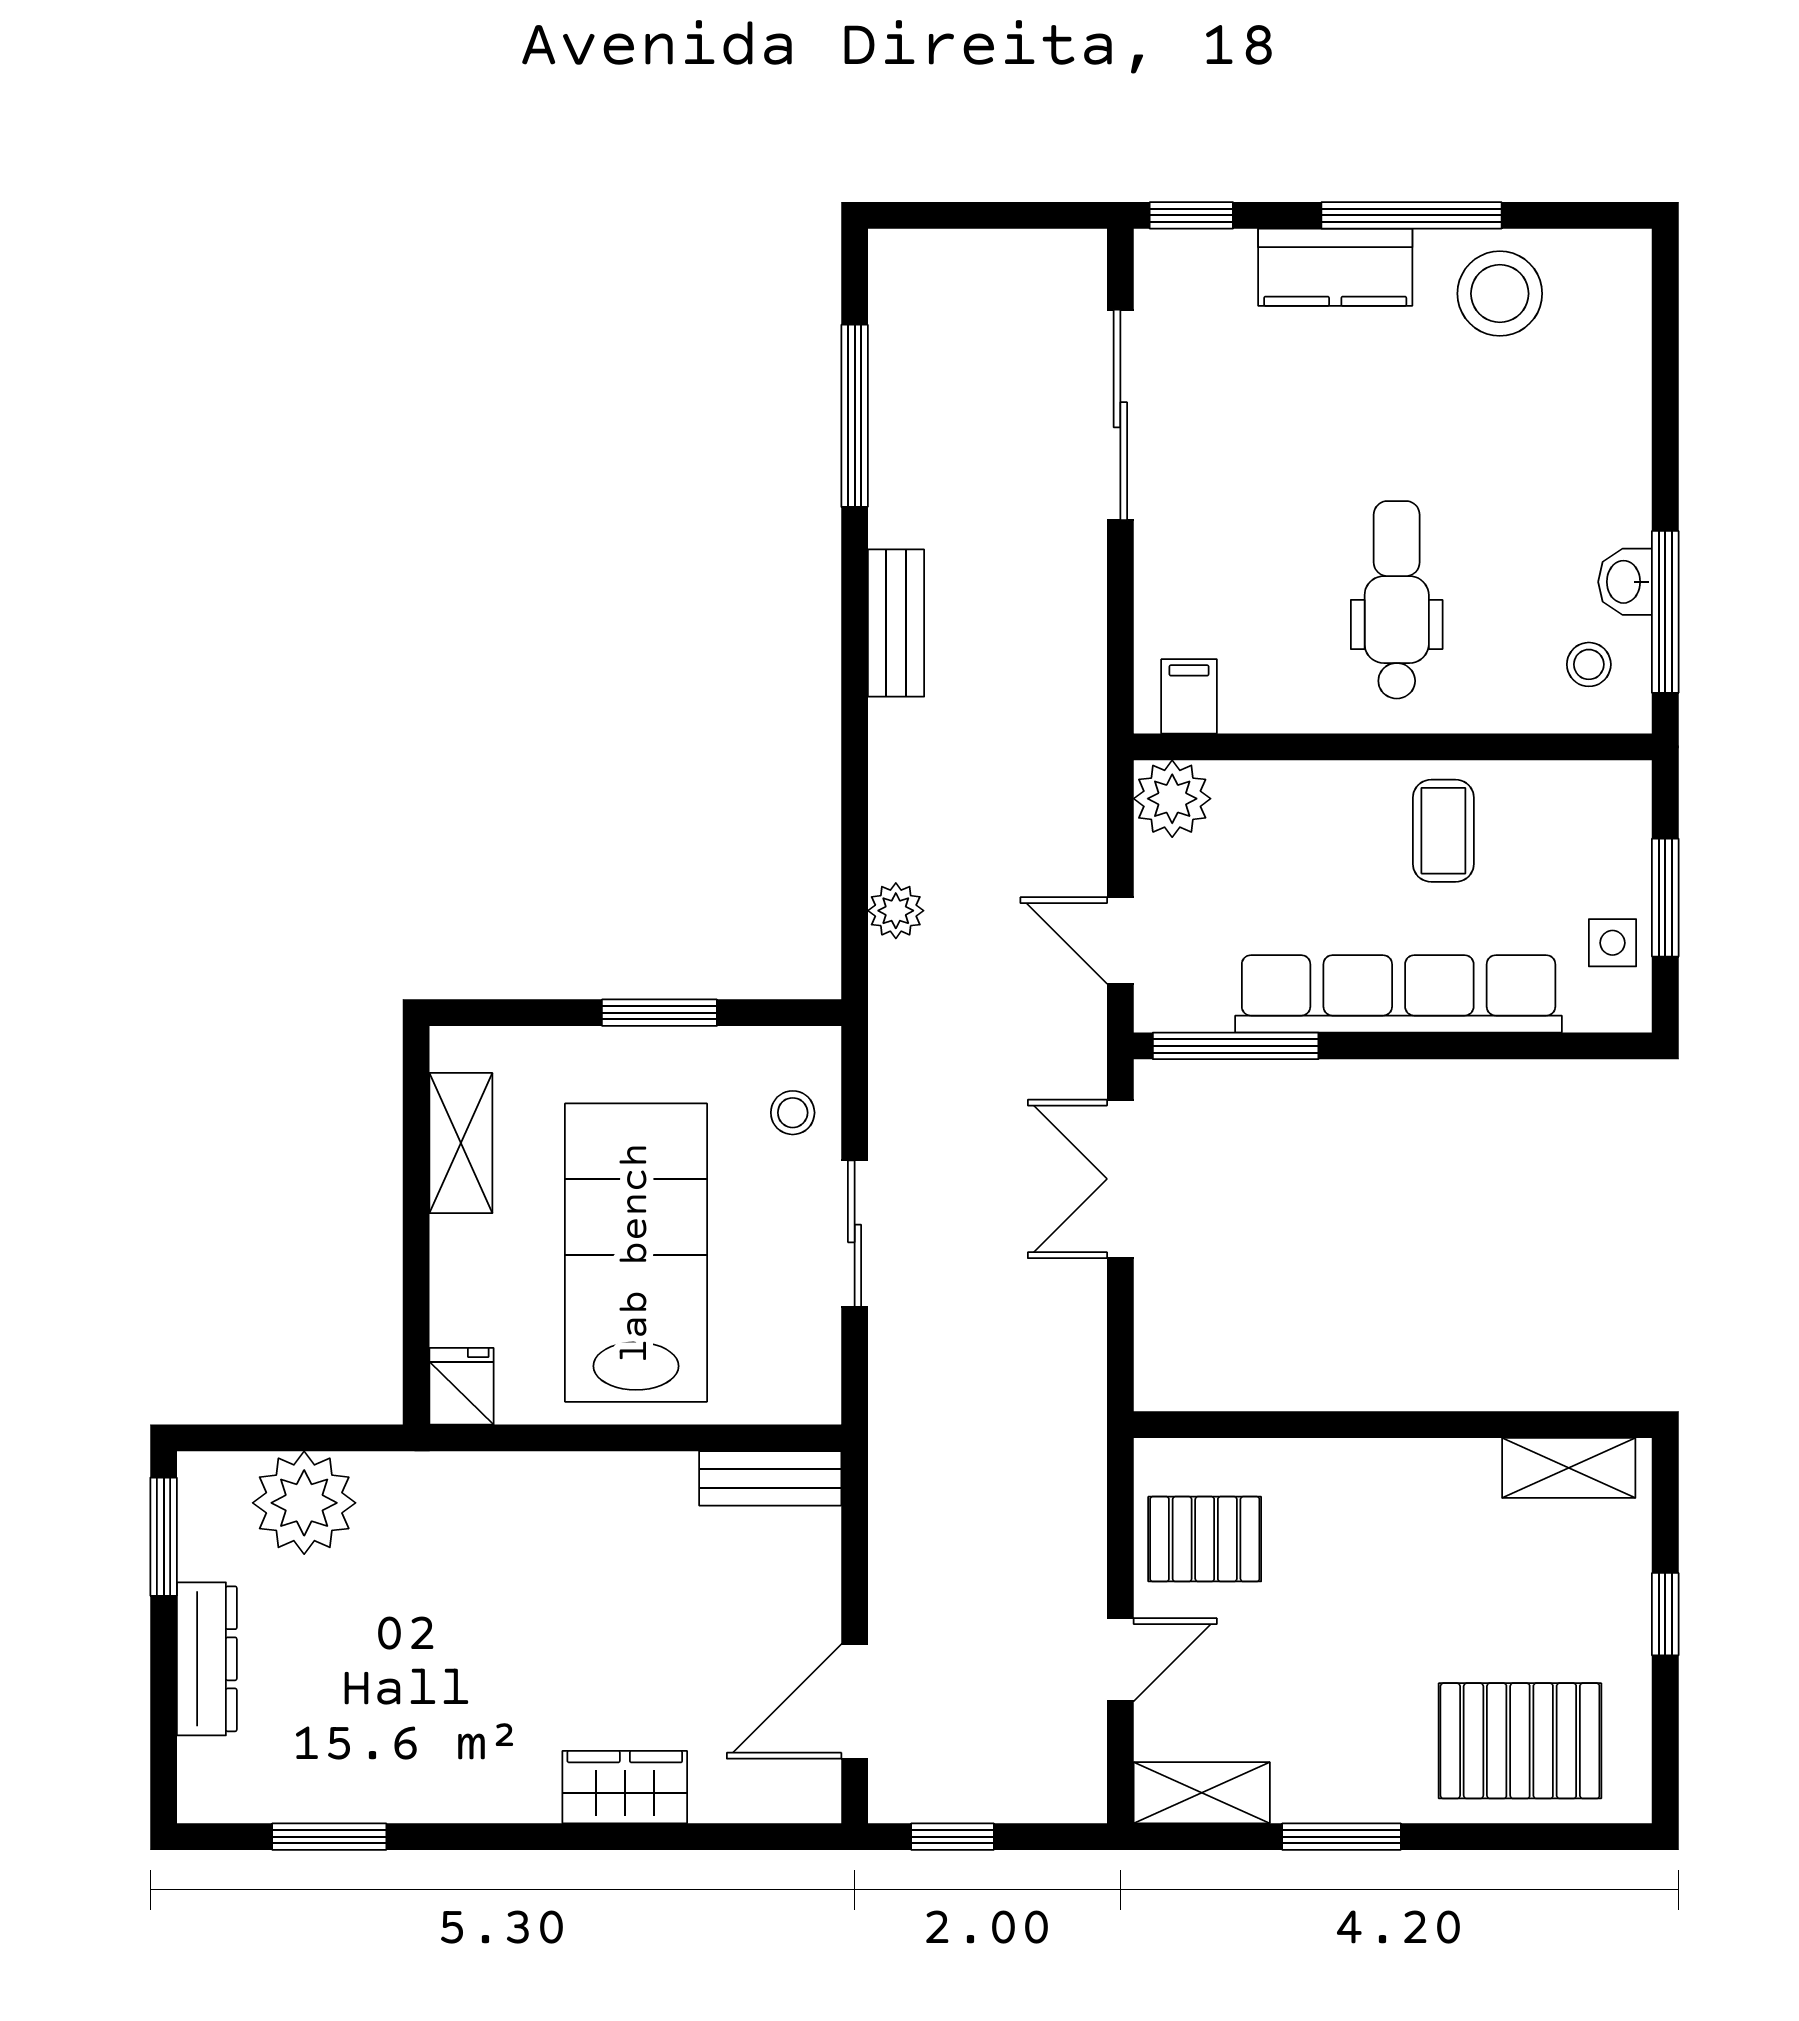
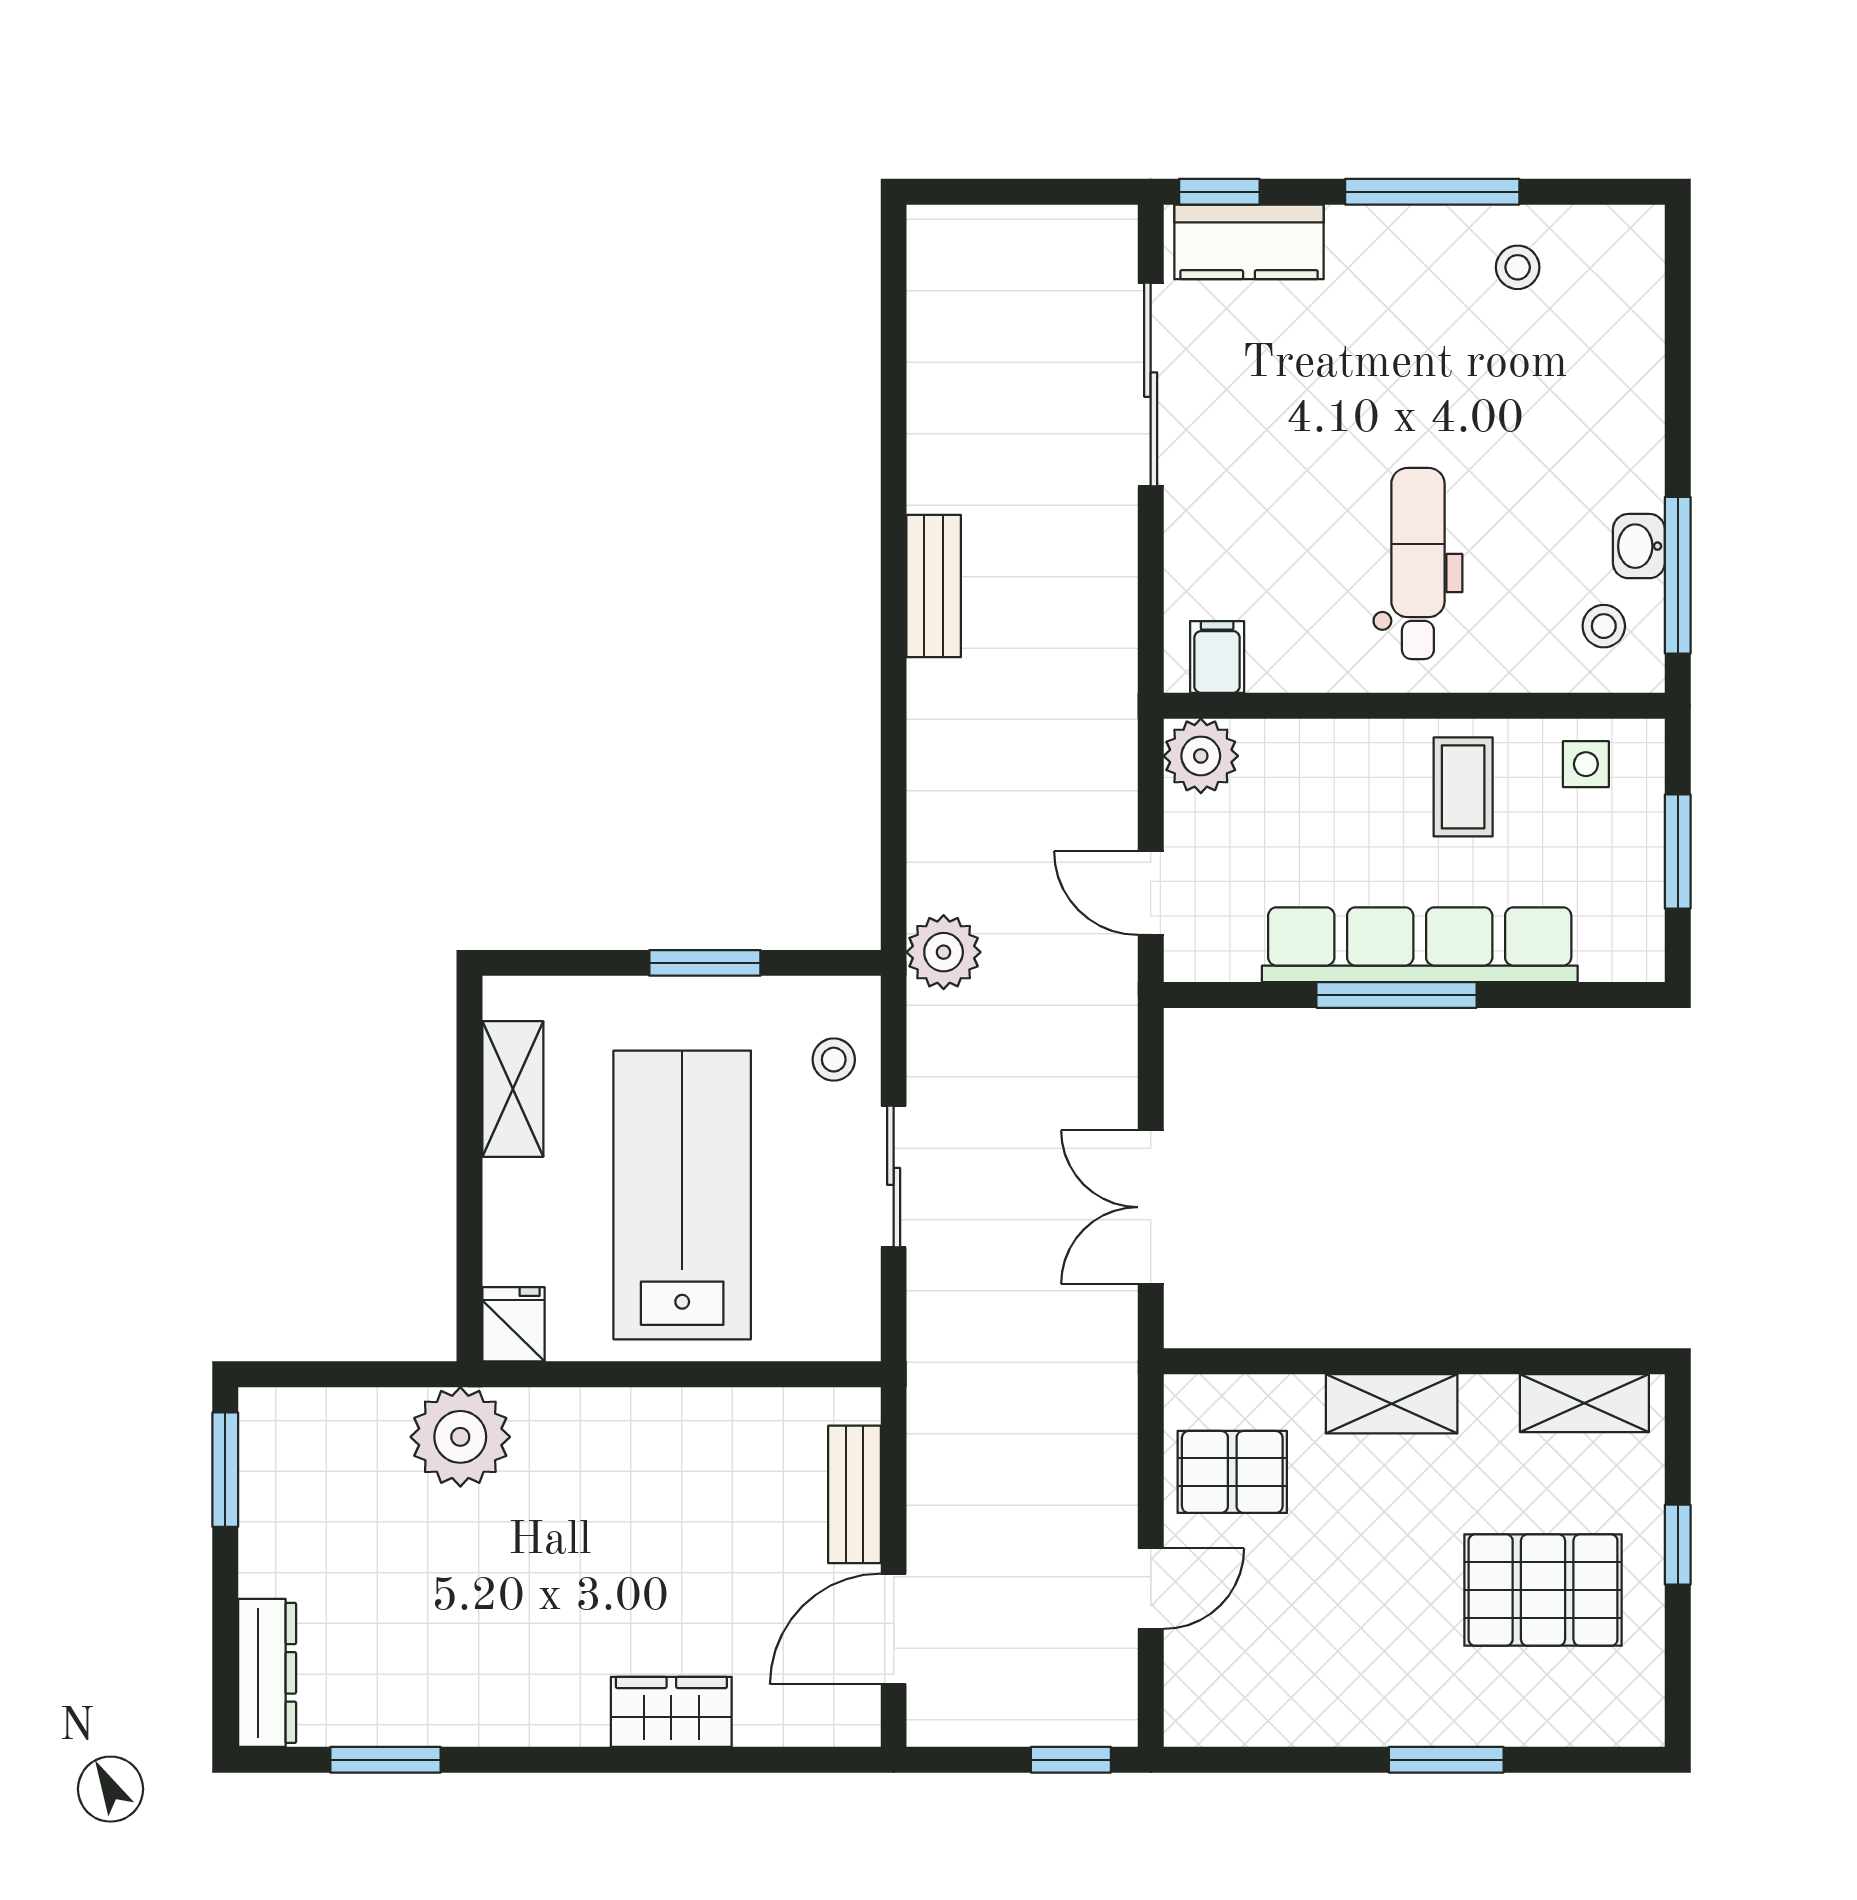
kitchen counter: (1335, 267) -> (1249, 242), moved
stool: (1500, 294) -> (1518, 267), width x0.53, depth x0.53
window: (855, 416) -> (894, 386), removed
plant: (896, 911) -> (944, 952), moved, width x1.38, depth x1.38
side table: (1613, 943) -> (1586, 764), moved
window: (1236, 1046) -> (1397, 995), moved
double door: (1120, 1179) -> (1151, 1207), moved
bench: (770, 1478) -> (854, 1494), moved, turned 90
plant: (304, 1503) -> (460, 1437), moved
dresser: (207, 1659) -> (267, 1673), moved
pallet: (1520, 1741) -> (1543, 1590), moved
shelving: (1202, 1793) -> (1392, 1404), moved
window: (952, 1837) -> (1071, 1760), moved
window: (1341, 1837) -> (1446, 1760), moved

